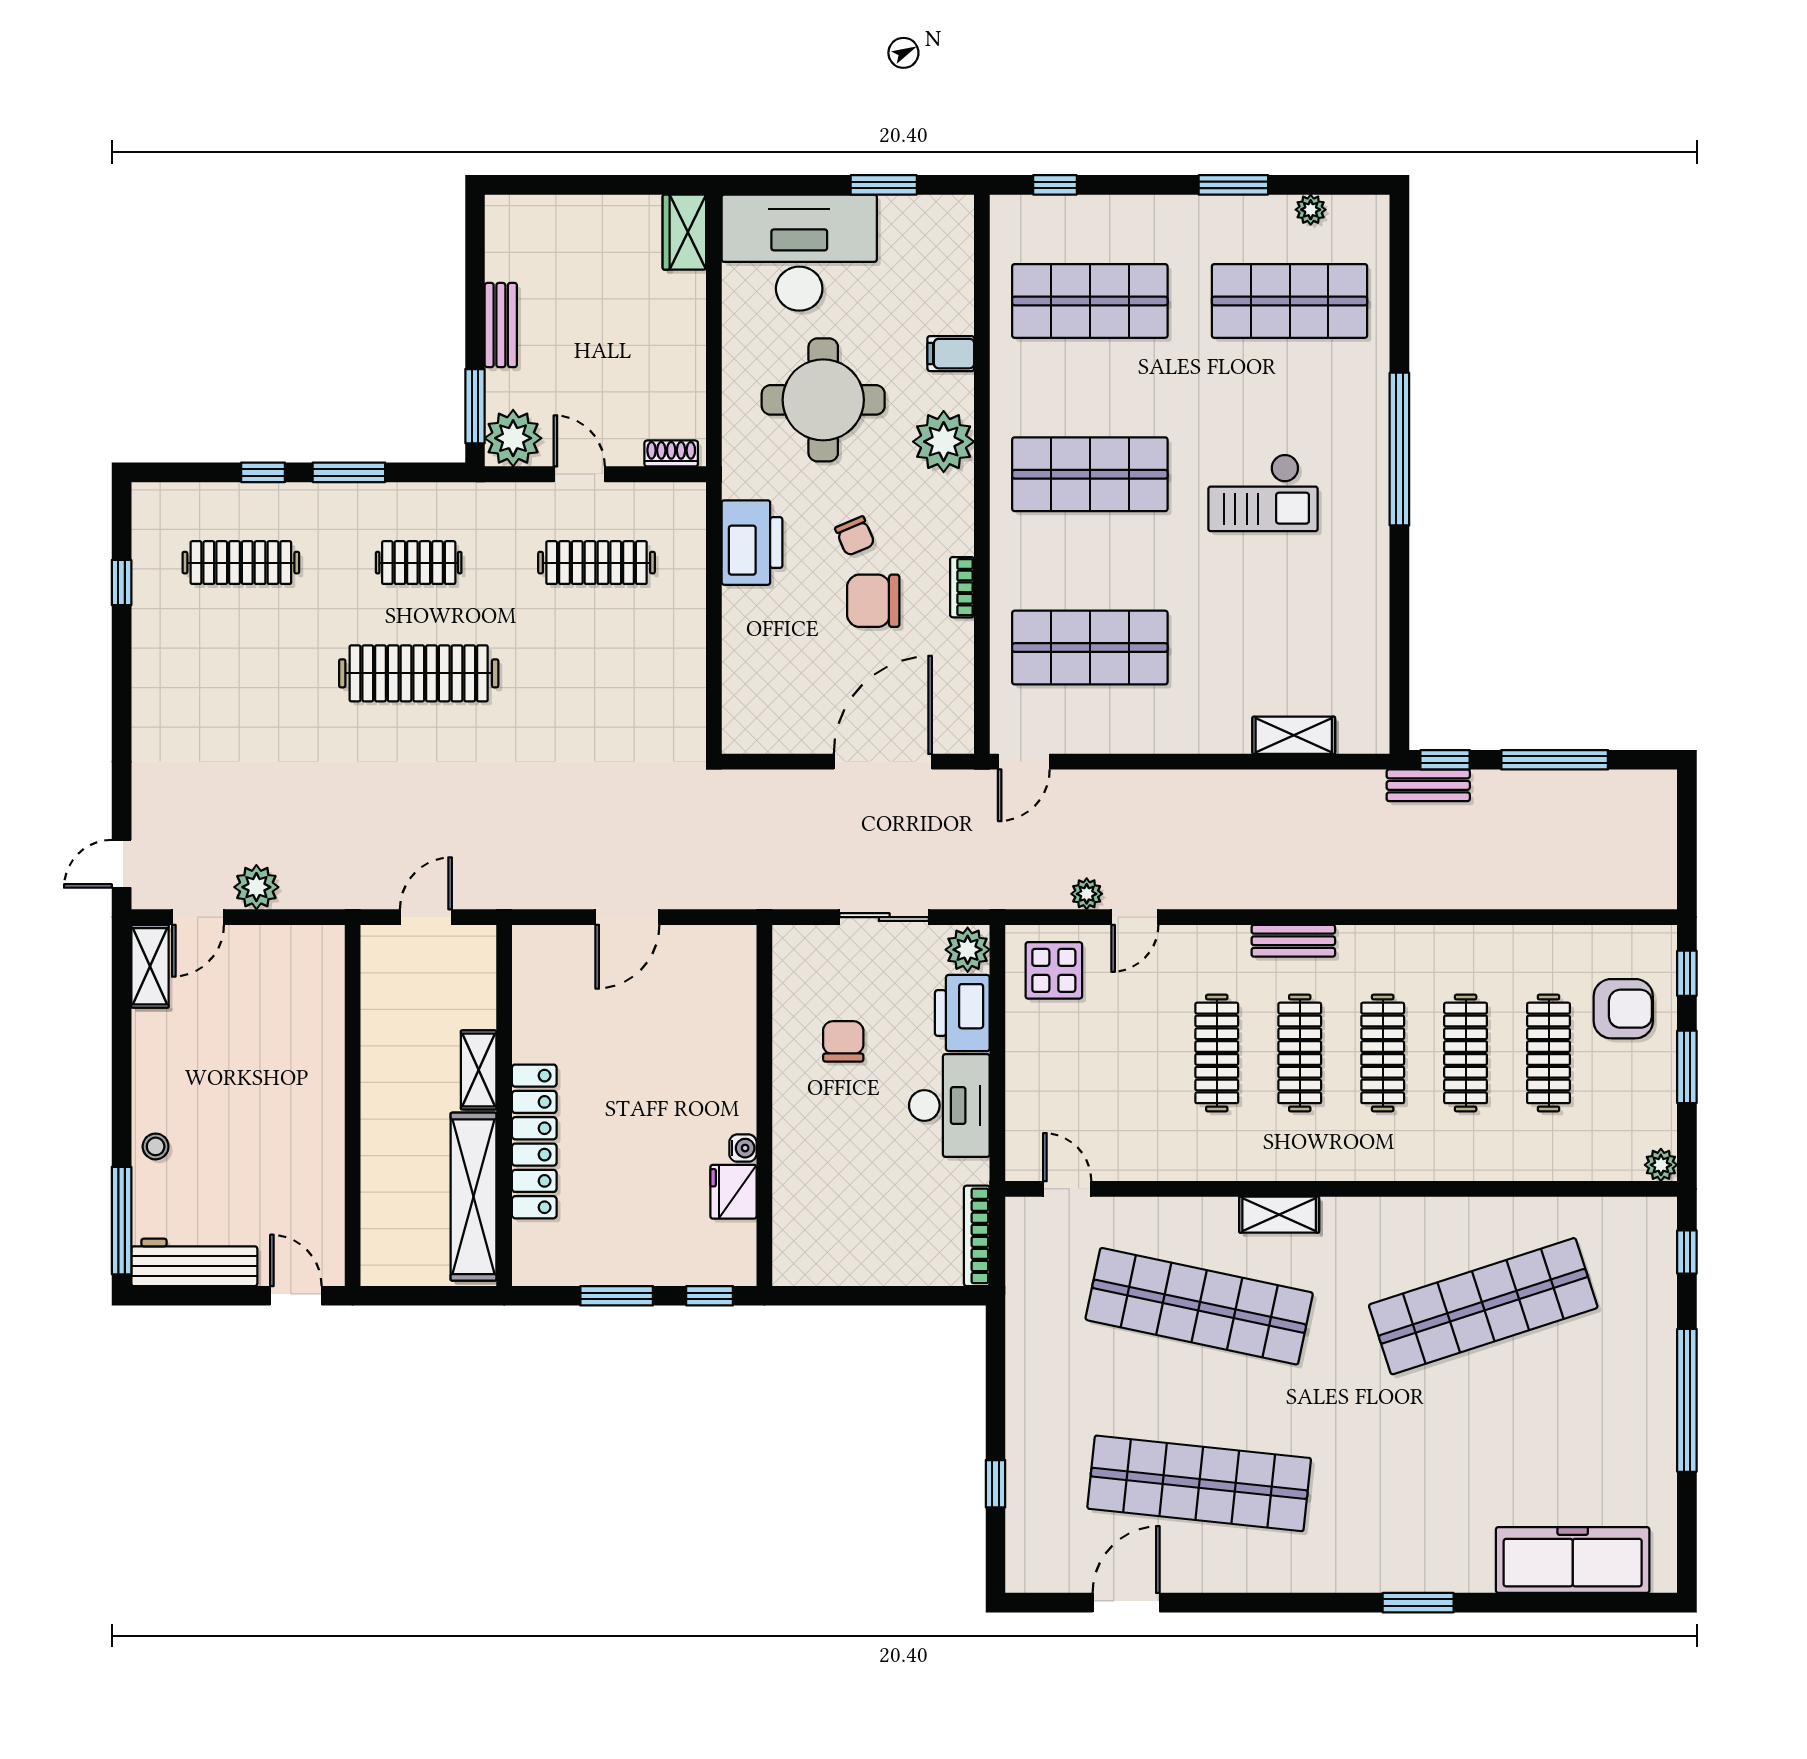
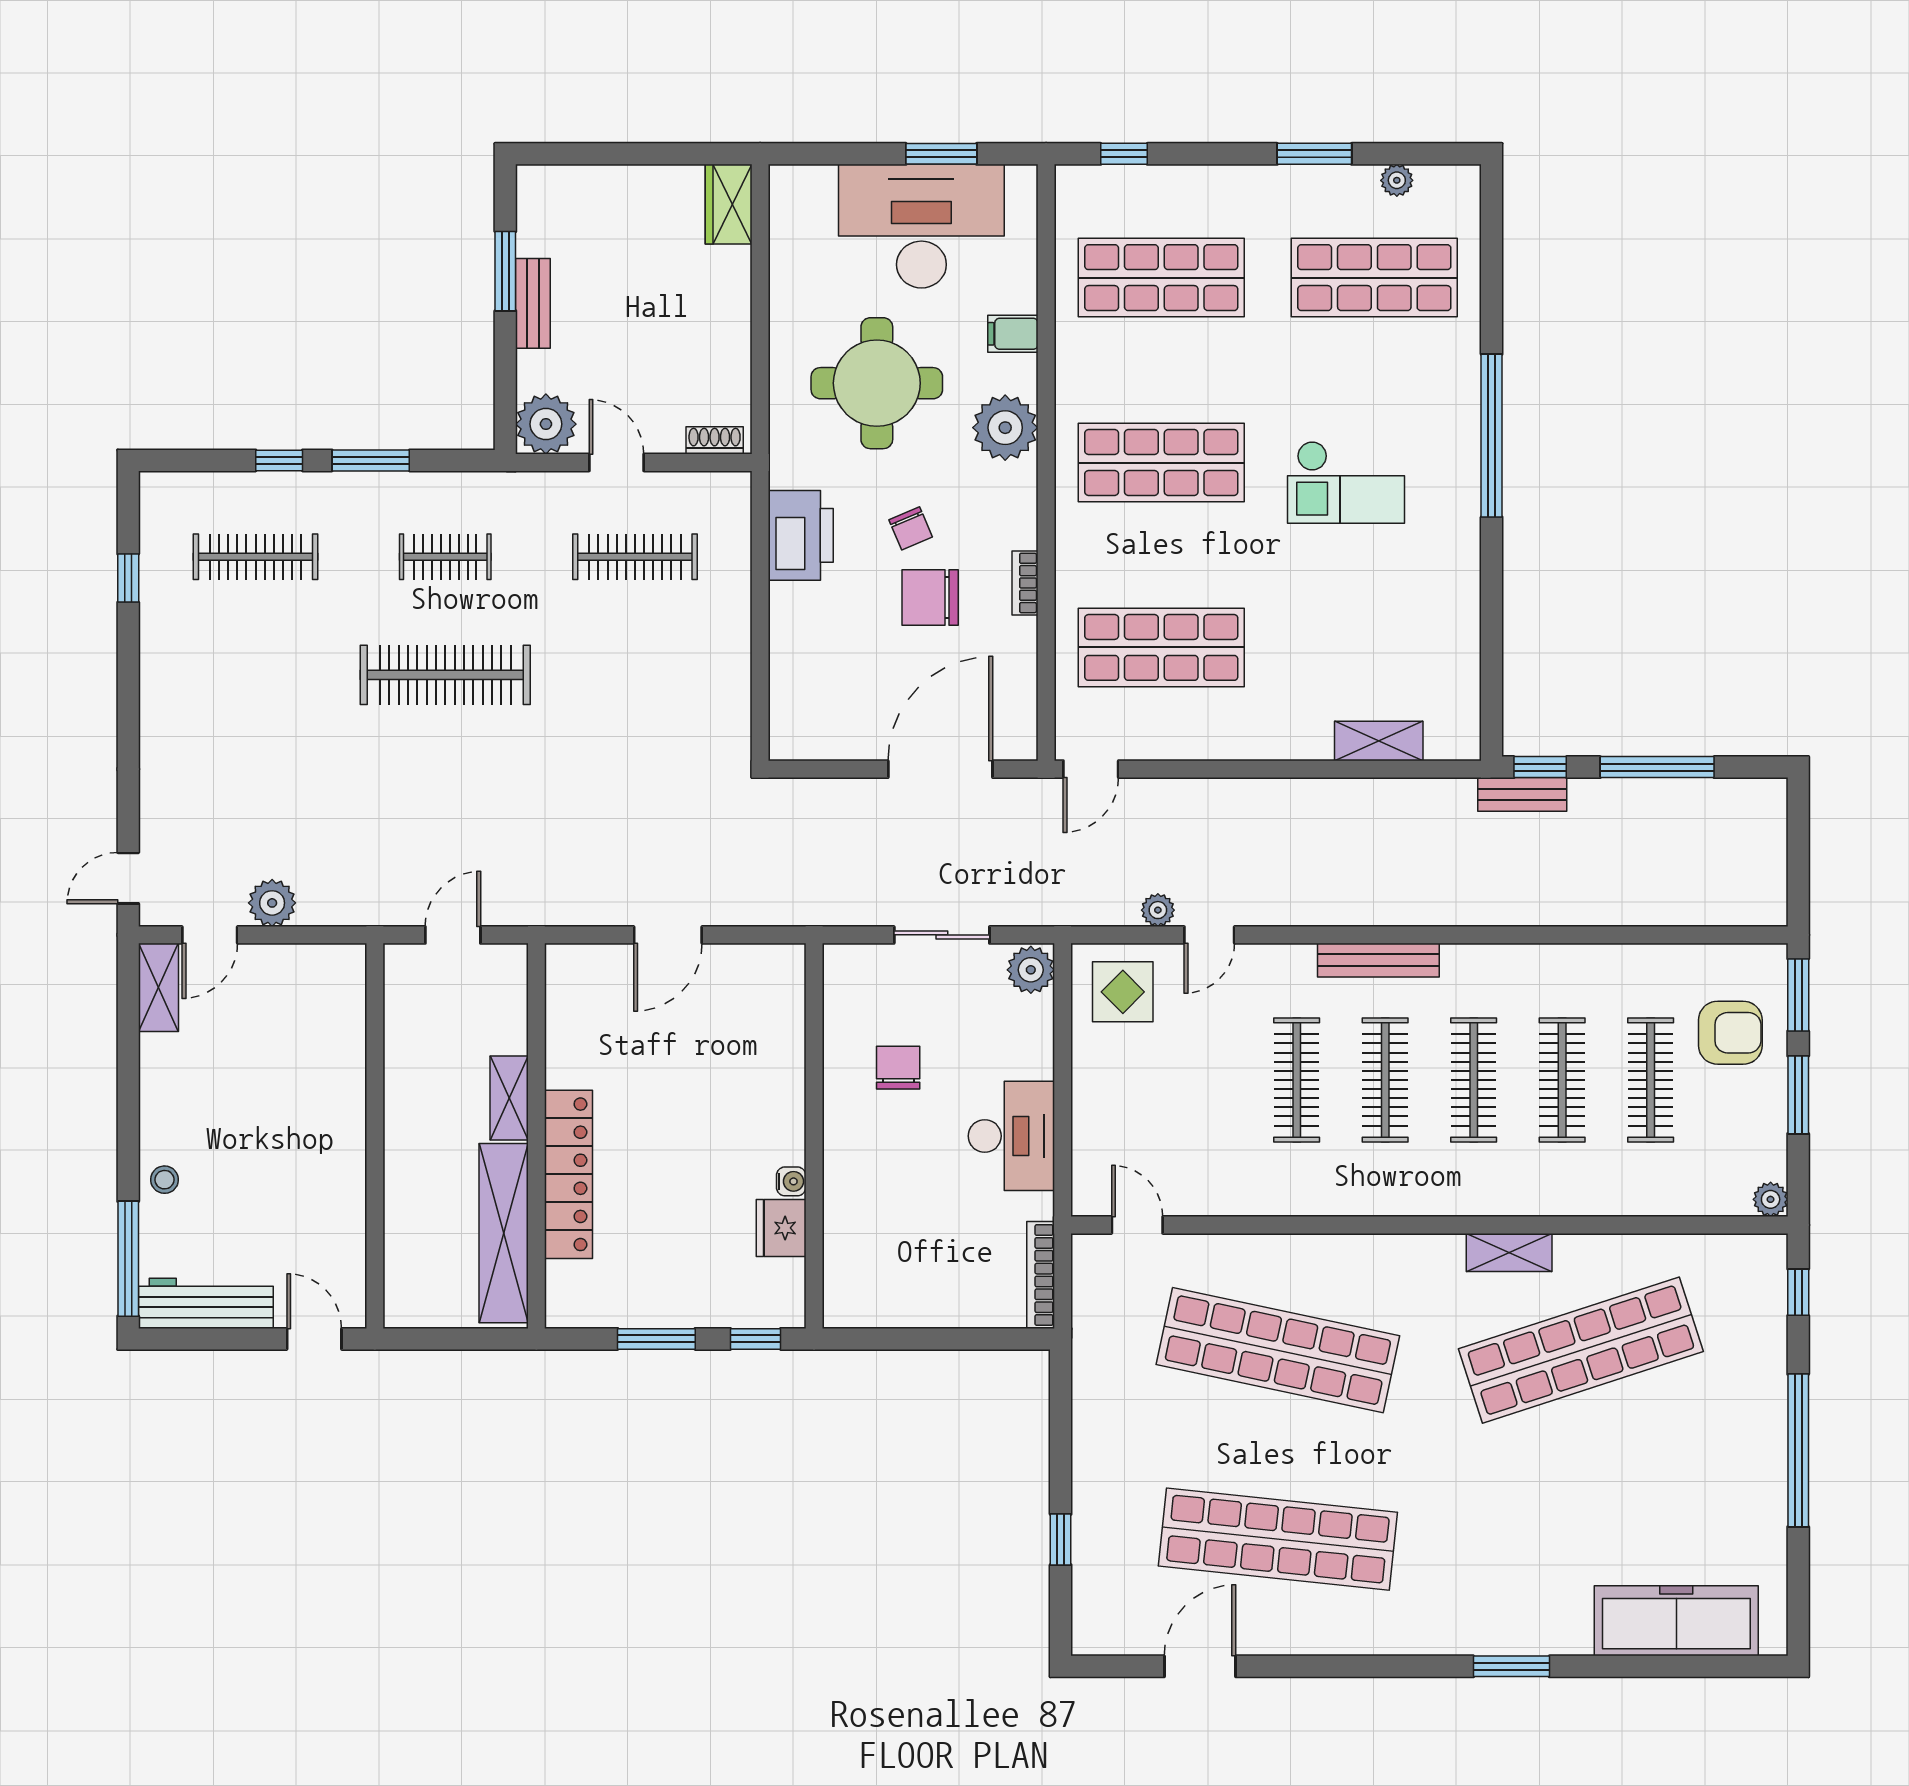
desk: (799, 253) -> (921, 226), moved
window: (475, 406) -> (505, 271), moved
bench: (1293, 941) -> (1378, 960), width x1.36
window: (1687, 973) -> (1798, 995), width x1.50
printer: (962, 1013) -> (1025, 1037), removed
shelving: (1279, 1215) -> (1509, 1252), moved

